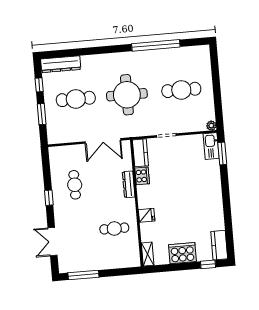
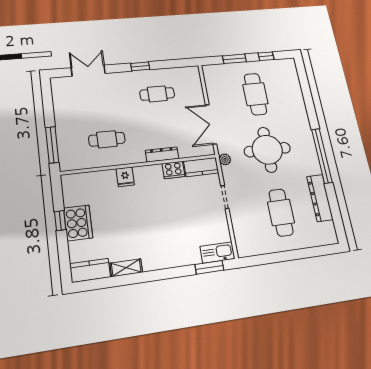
window: (156, 45) -> (322, 156), moved
dresser: (61, 64) -> (320, 198), moved
plant: (211, 126) -> (225, 159), moved
cafe table: (114, 229) -> (107, 139), turned 90
shelving: (148, 254) -> (126, 268), moved
window: (208, 264) -> (60, 221), moved
window: (83, 275) -> (52, 145), moved

